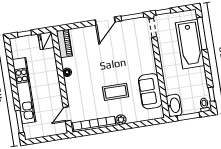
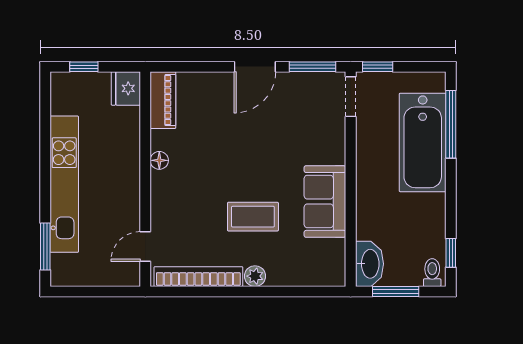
sofa: (150, 91) -> (325, 201), moved

